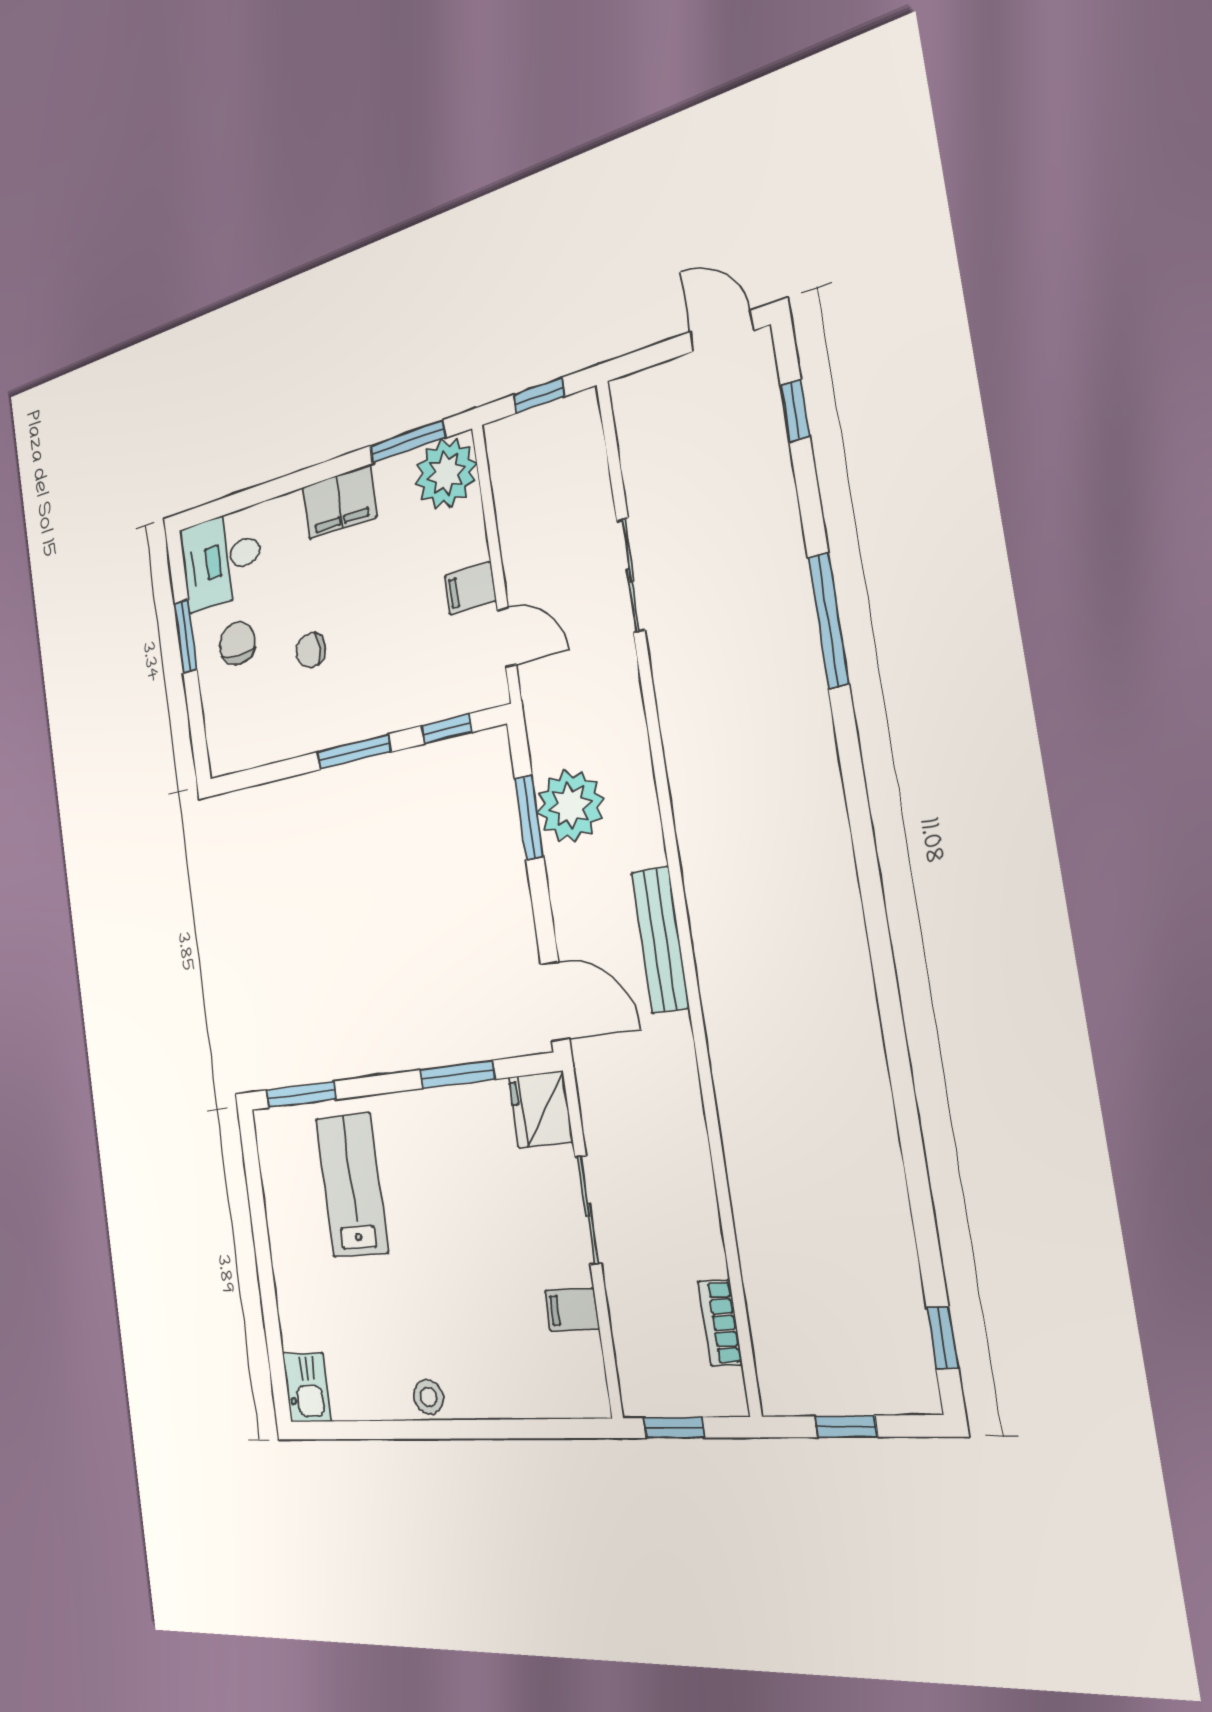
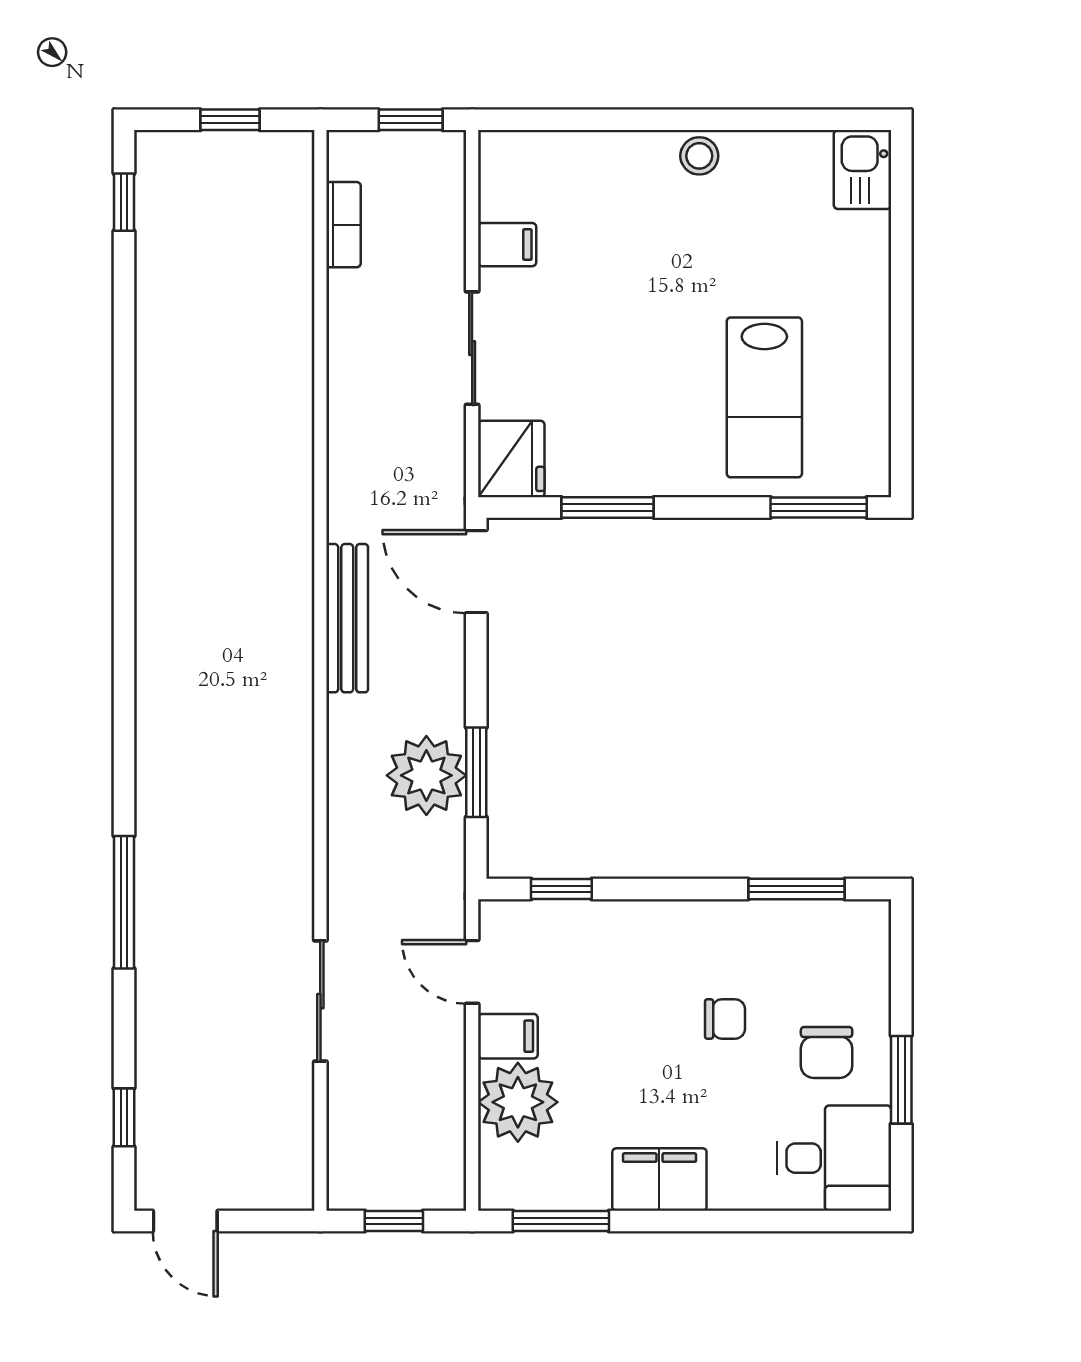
plant: (446, 473) -> (518, 1102), moved
window: (354, 752) -> (796, 889), moved

